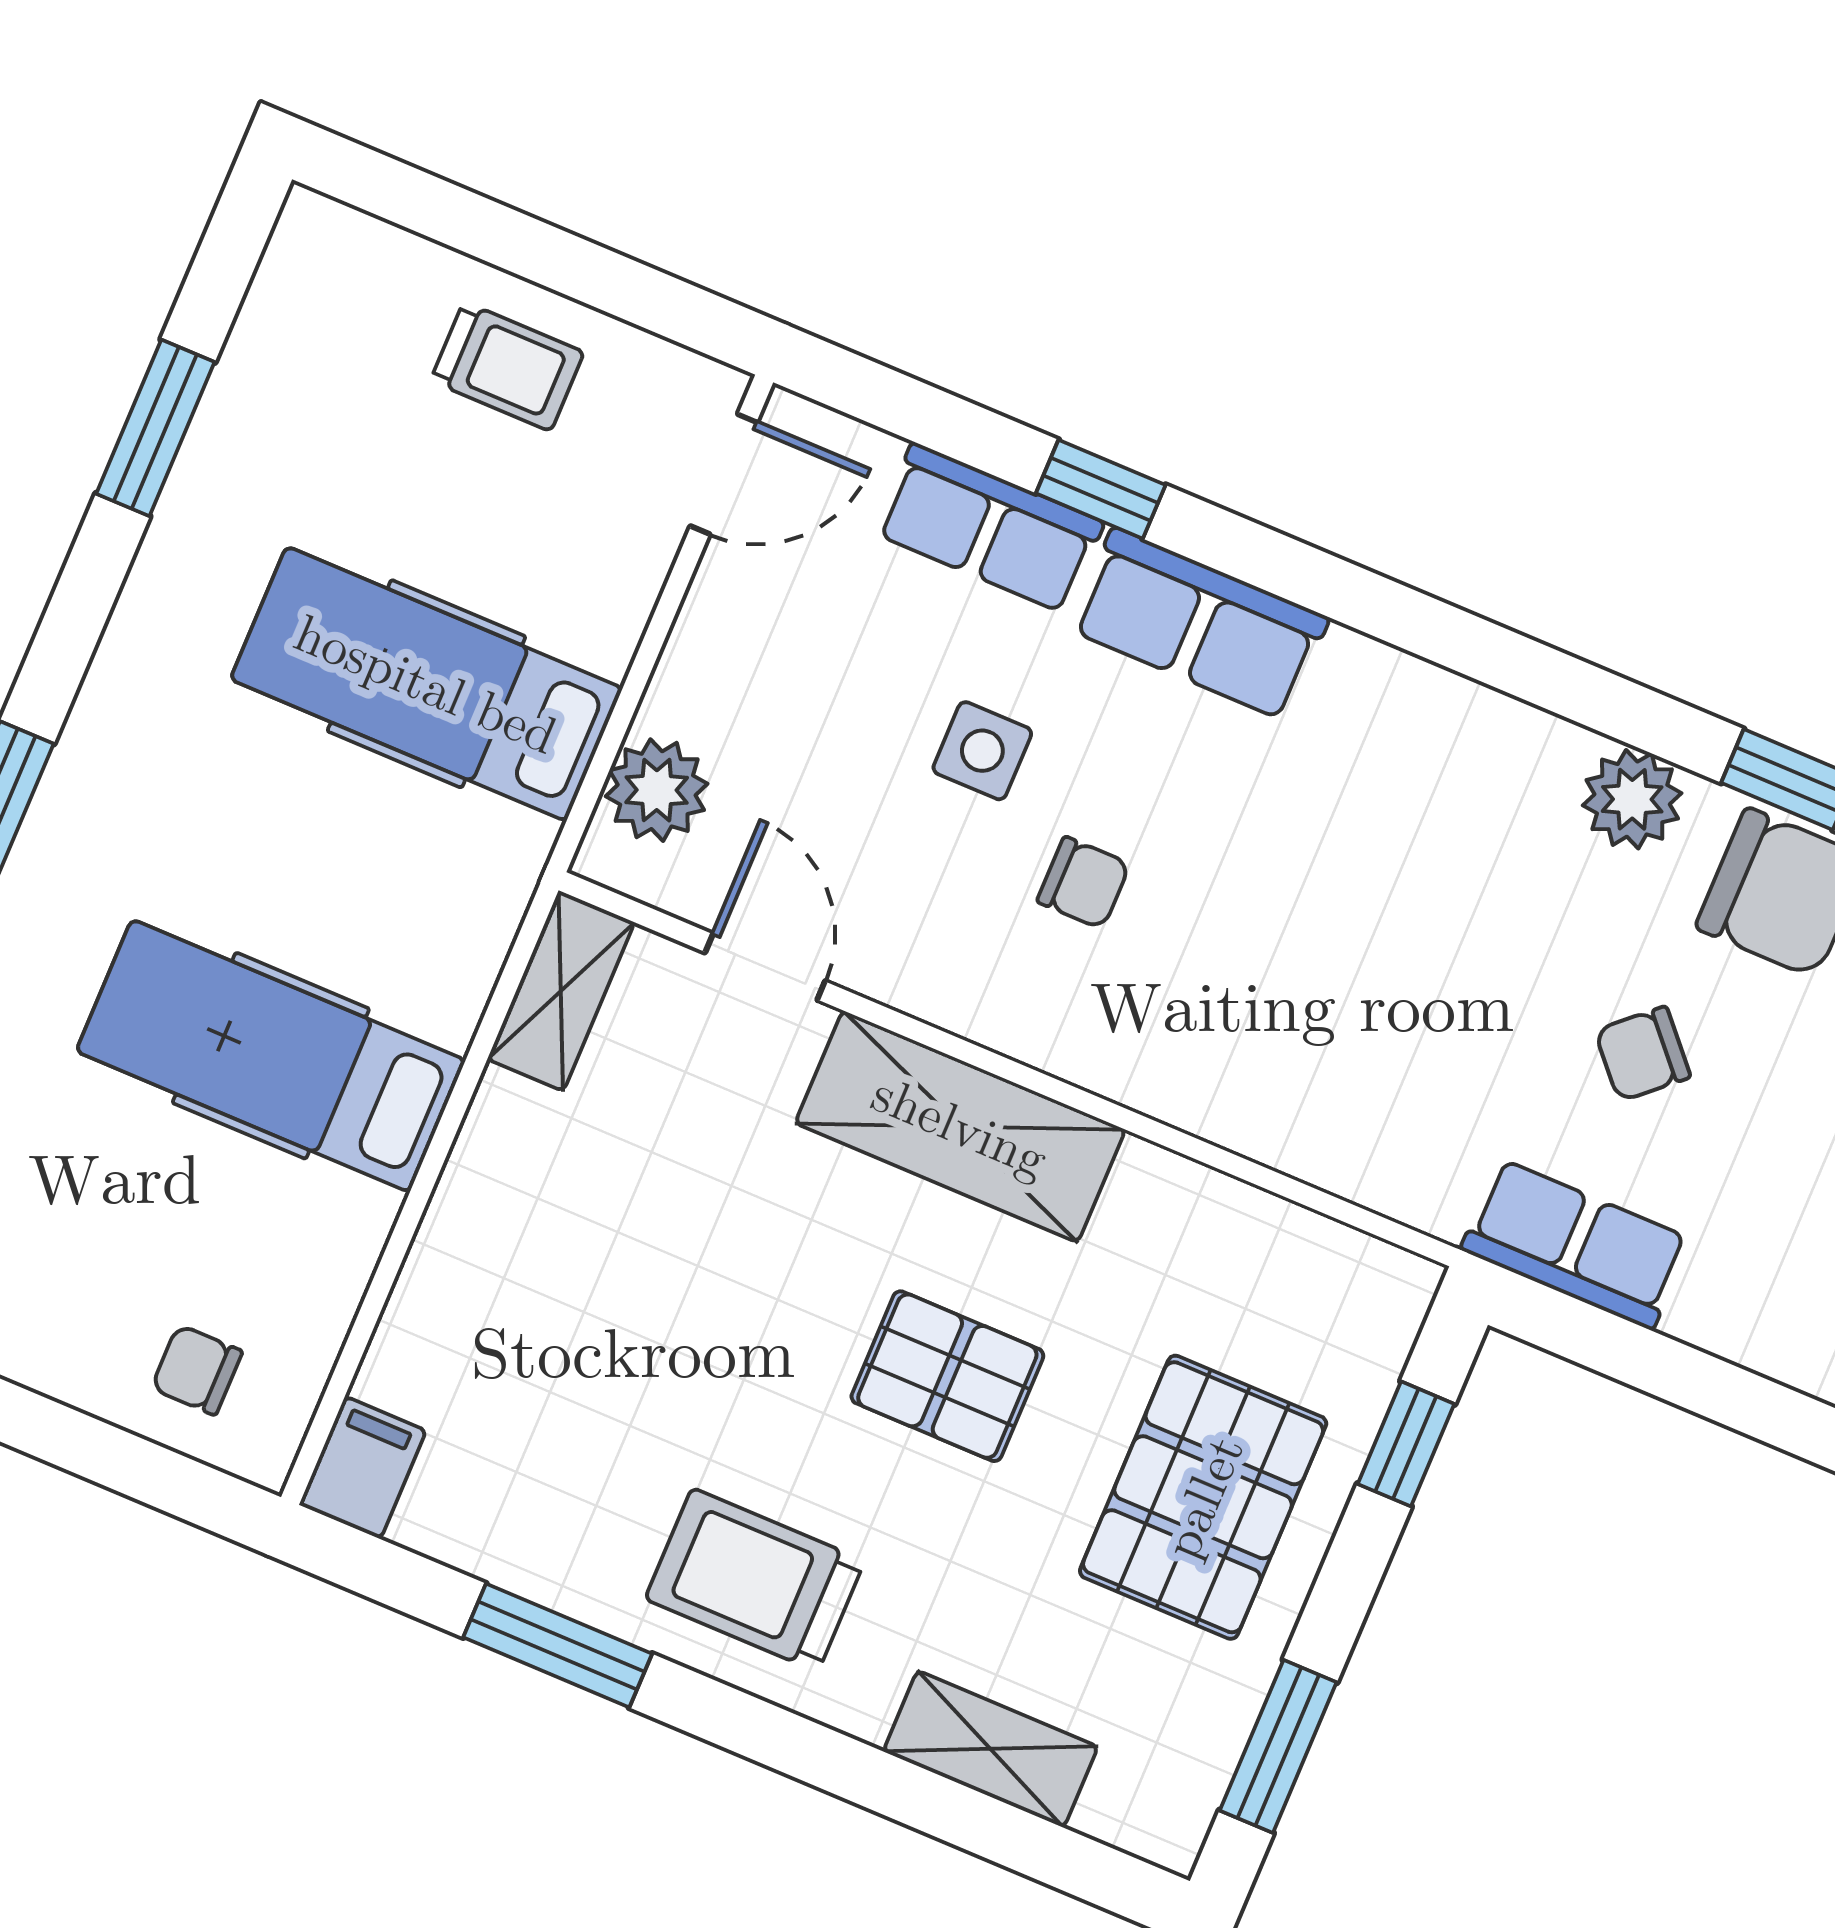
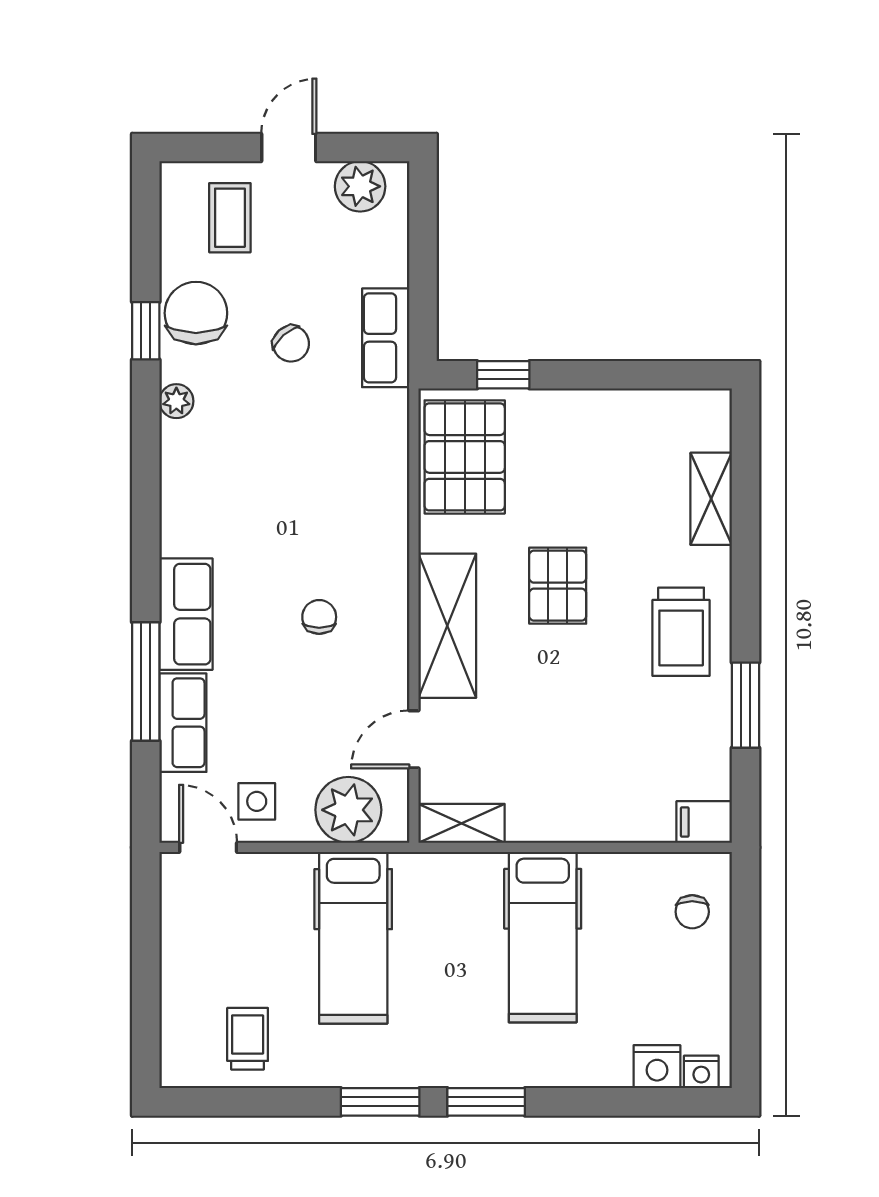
trolley: (507, 366) -> (248, 1039), moved
window: (155, 428) -> (380, 1102), moved
window: (1101, 489) -> (146, 681), width x2.17
side table: (982, 751) -> (257, 801), moved
plant: (657, 790) -> (348, 810), width x1.36, depth x1.36
plant: (1632, 799) -> (176, 401), width x0.73, depth x0.73
pallet: (1203, 1497) -> (465, 457), moved, turned 90
window: (1278, 1746) -> (657, 375), removed

